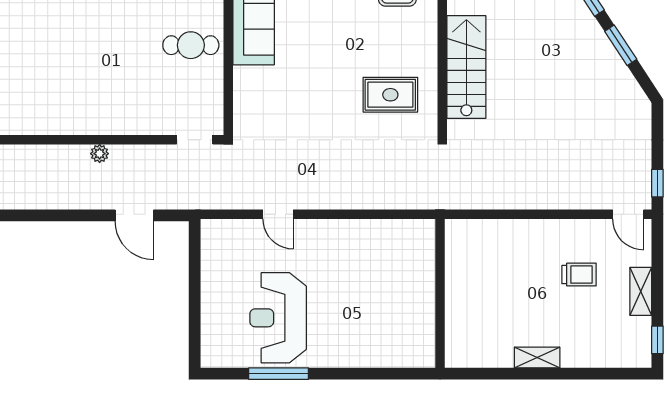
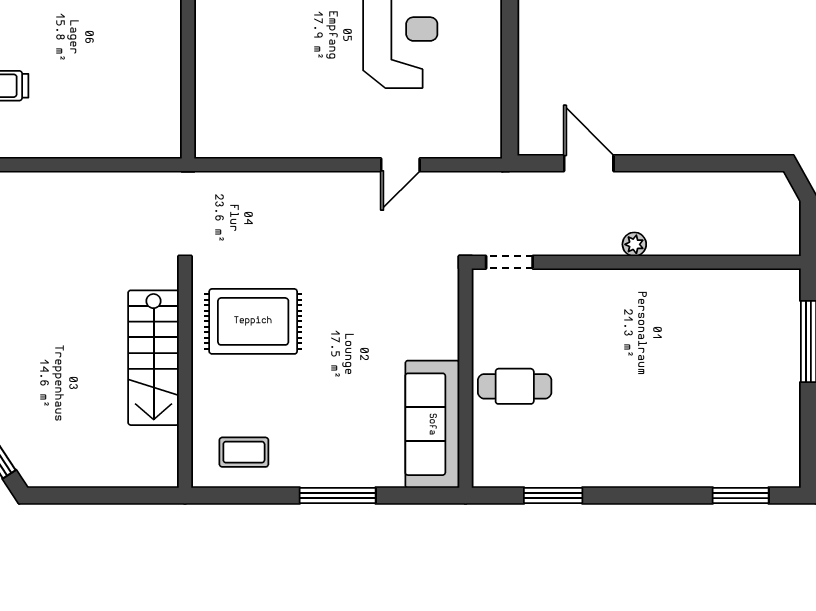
rug: (390, 95) -> (253, 321), width x1.36, depth x1.43
door: (278, 214) -> (400, 165), swing flipped

